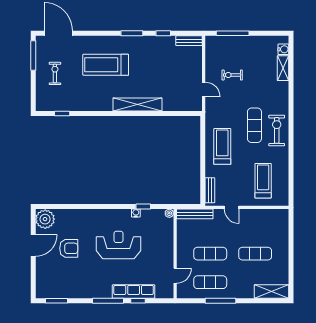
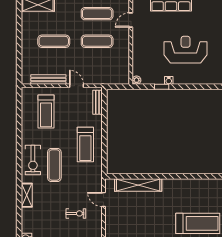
shelving: (283, 68) -> (27, 195), moved
shelving: (137, 104) -> (138, 185), moved
bench: (195, 214) -> (48, 80), moved
reception desk: (118, 245) -> (186, 50), turned 180

